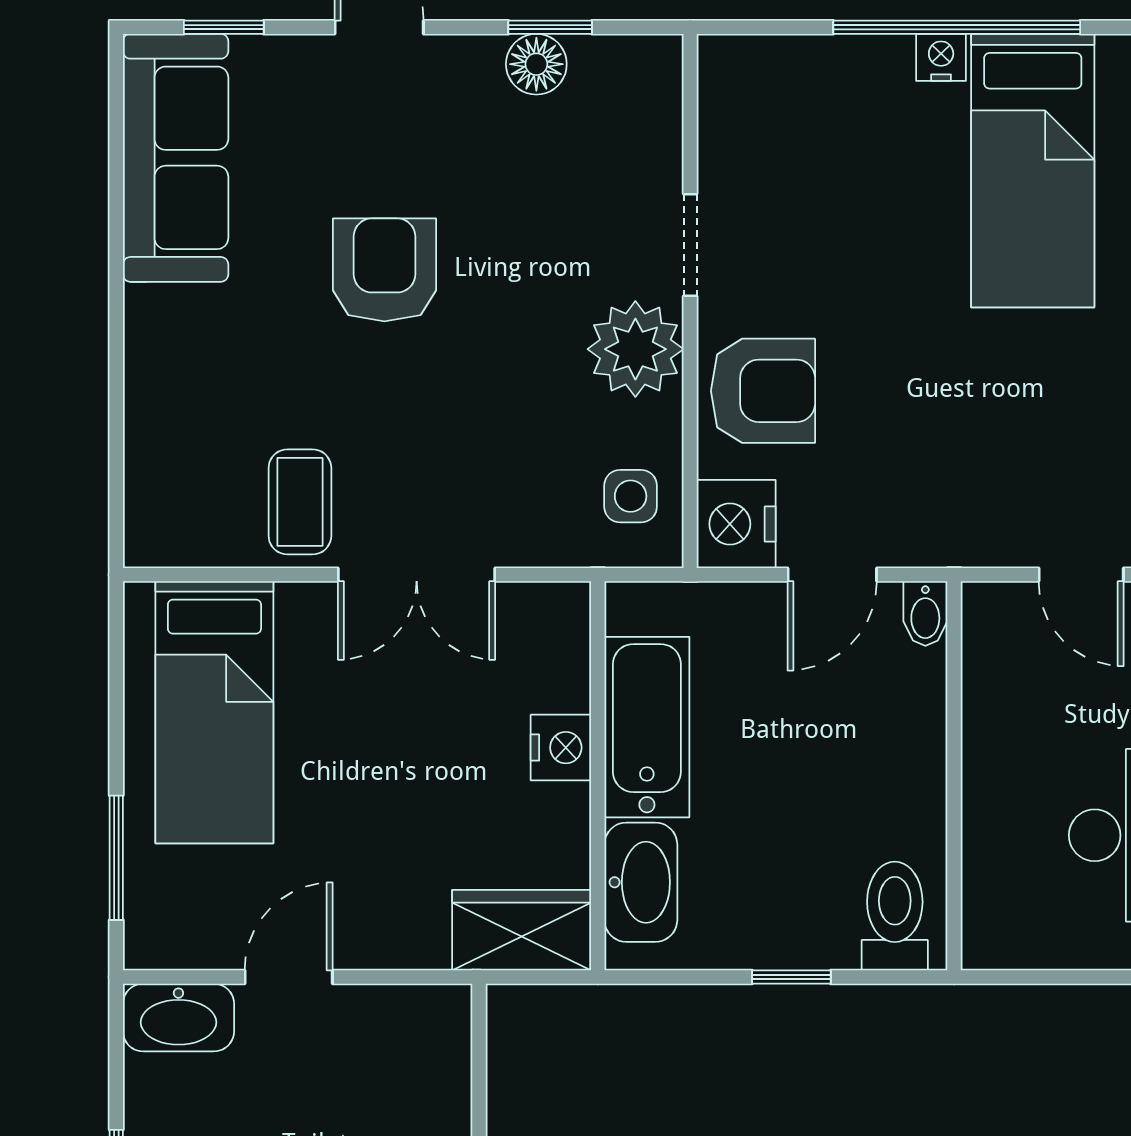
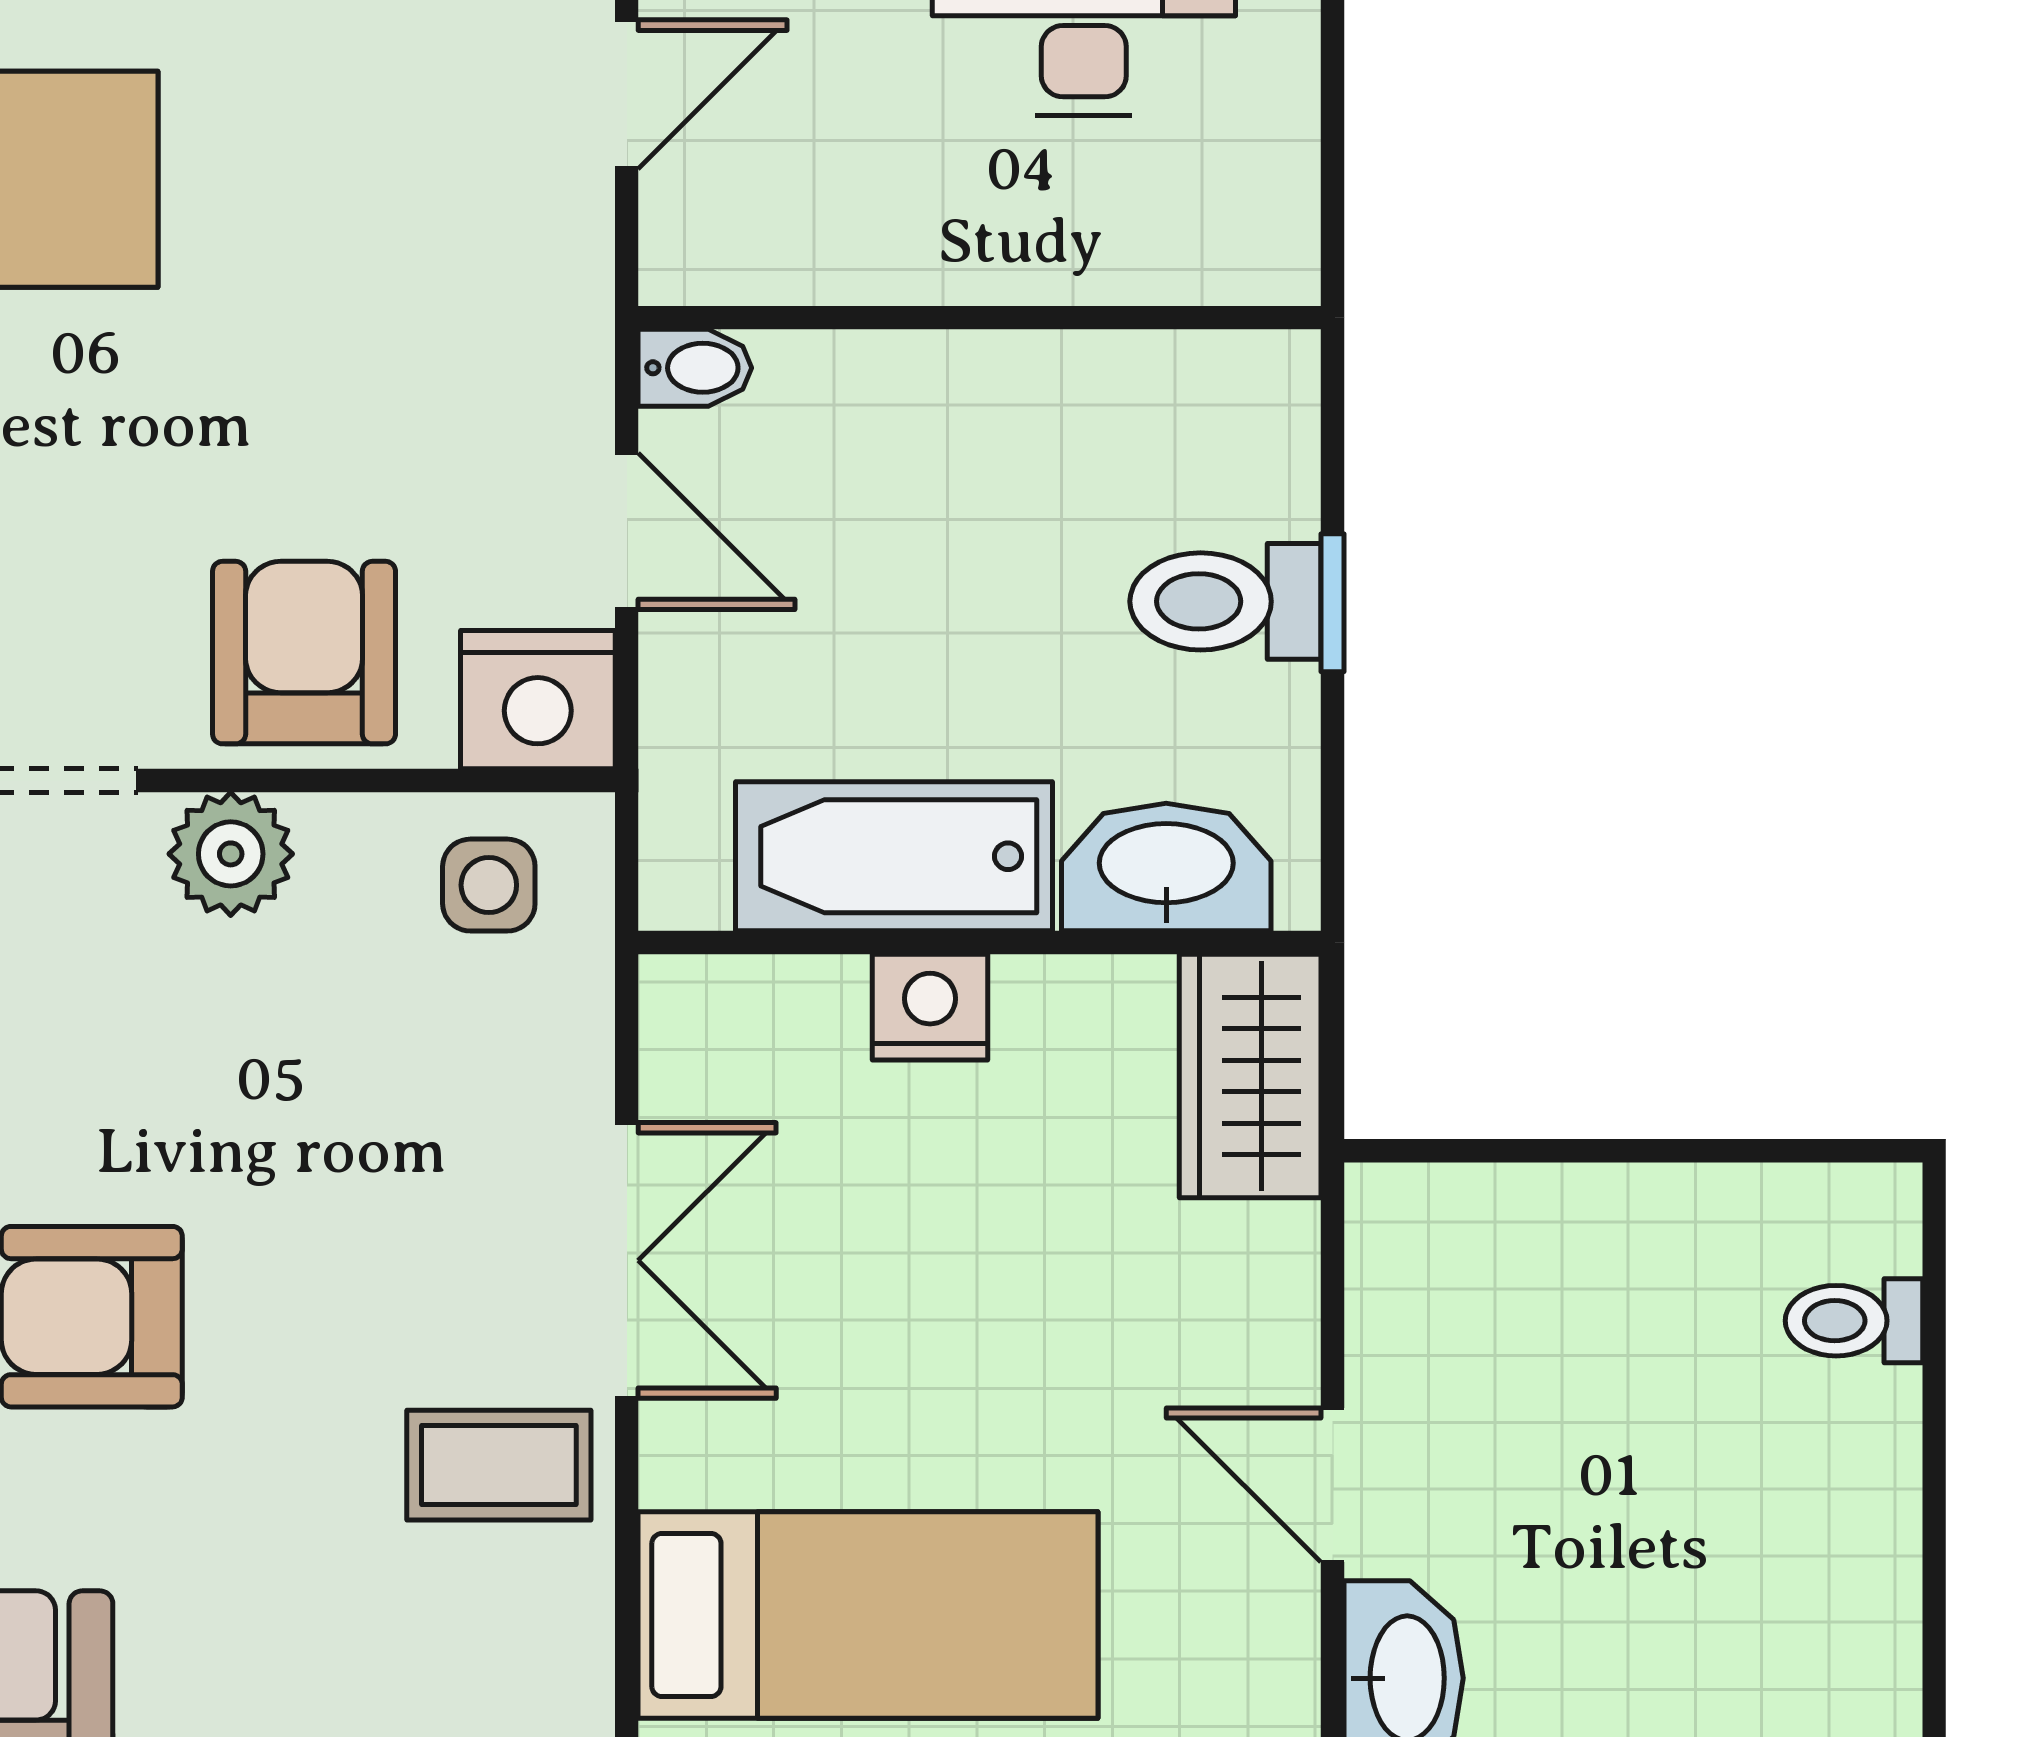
plant: (635, 349) -> (231, 854), width x0.73, depth x0.73
toilet: (895, 916) -> (1225, 601), moved

